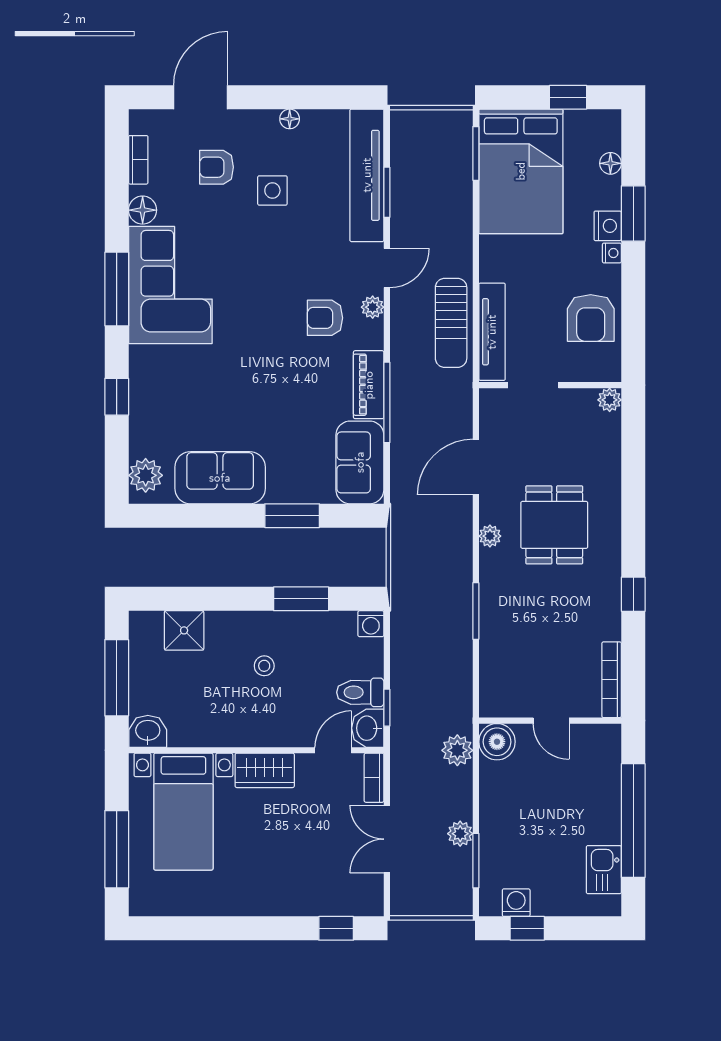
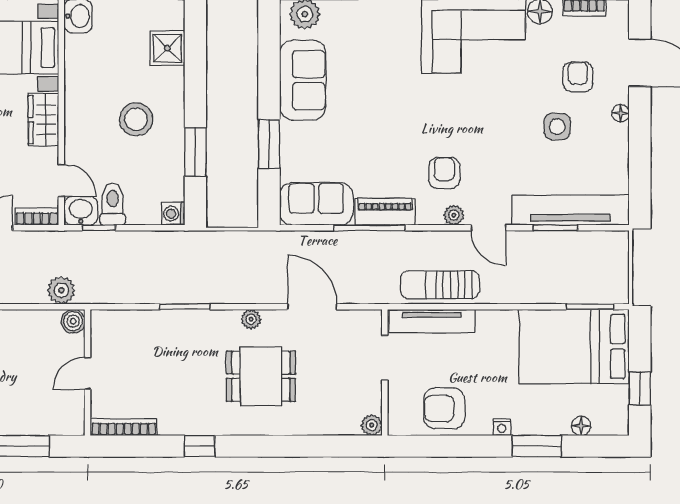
floor lamp: (290, 119) -> (621, 113), moved
nightstand: (608, 226) -> (526, 423), removed
stool: (264, 666) -> (136, 119), width x1.89, depth x1.89
boiler: (497, 742) -> (73, 321), width x0.73, depth x0.73

